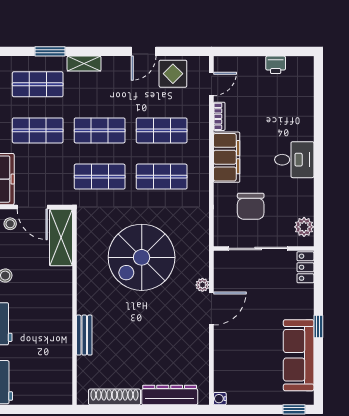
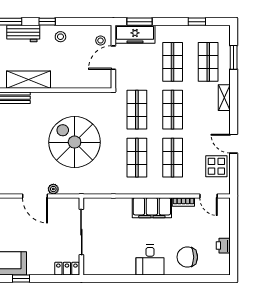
window: (50, 51) -> (234, 57), moved
chair: (251, 206) -> (187, 257), moved
plant: (304, 227) -> (98, 267), removed
shelving: (61, 238) -> (29, 80), moved

